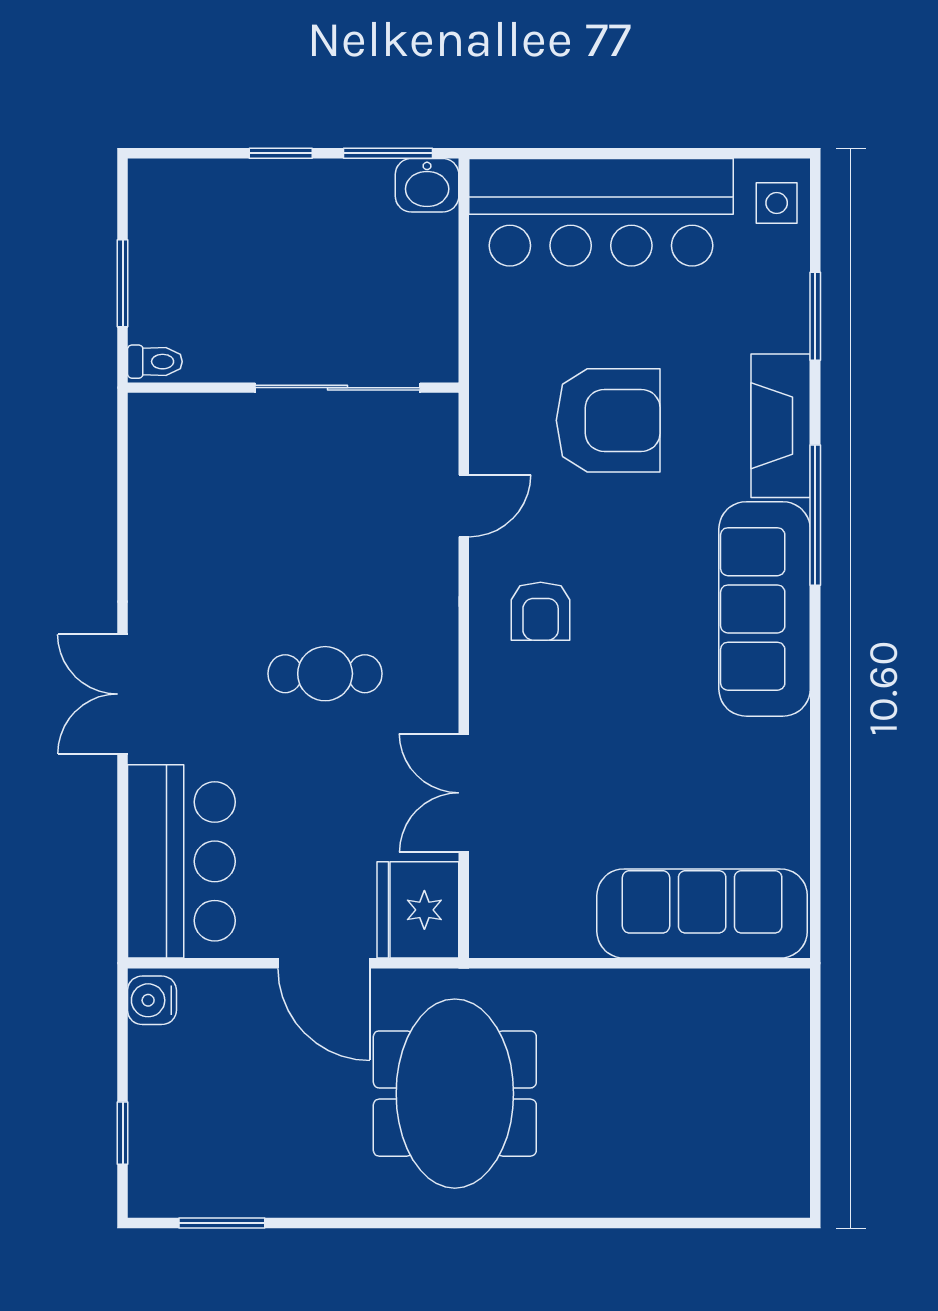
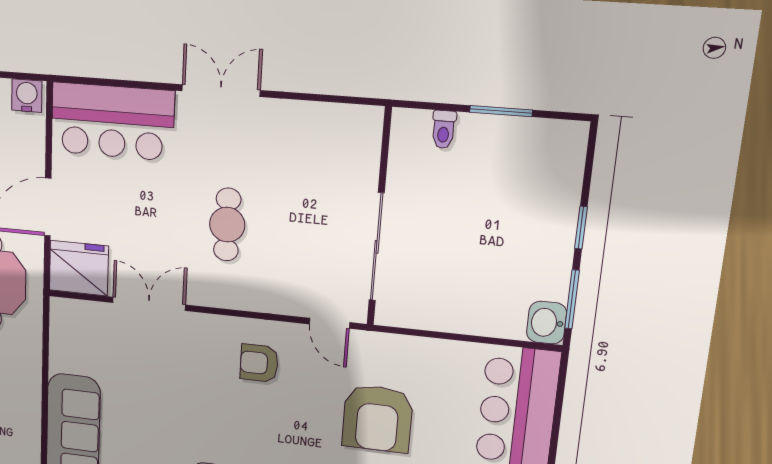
wall: (293, 388) -> (379, 218), moved
sliding door: (338, 388) -> (377, 247), moved

